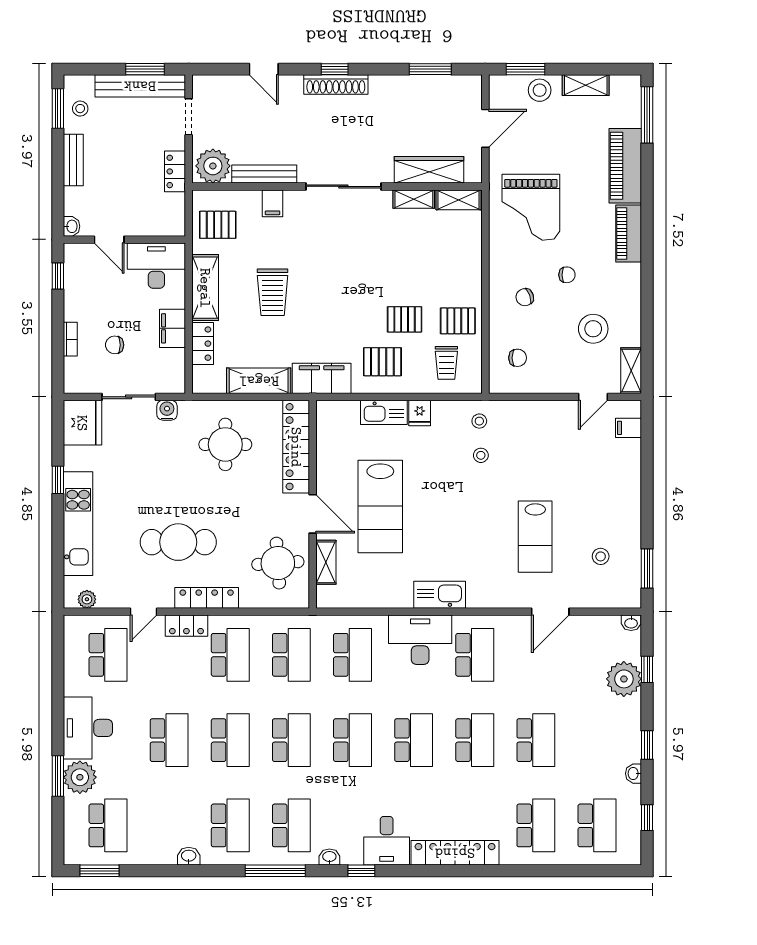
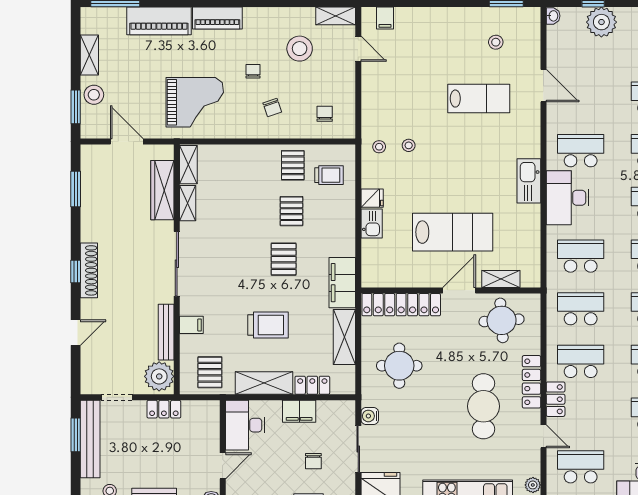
pallet: (382, 362) -> (284, 259), moved
kitchen sink: (384, 412) -> (372, 224), width x0.73

